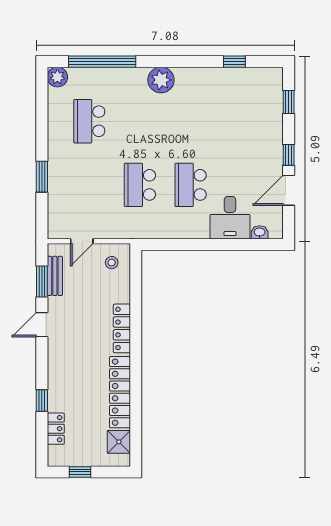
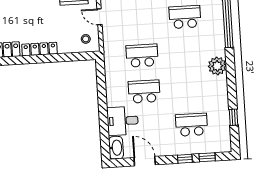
school desk: (241, 121) -> (191, 125), added
window: (289, 155) -> (185, 159), moved
washbasin: (260, 232) -> (116, 148), width x1.91, depth x1.45

